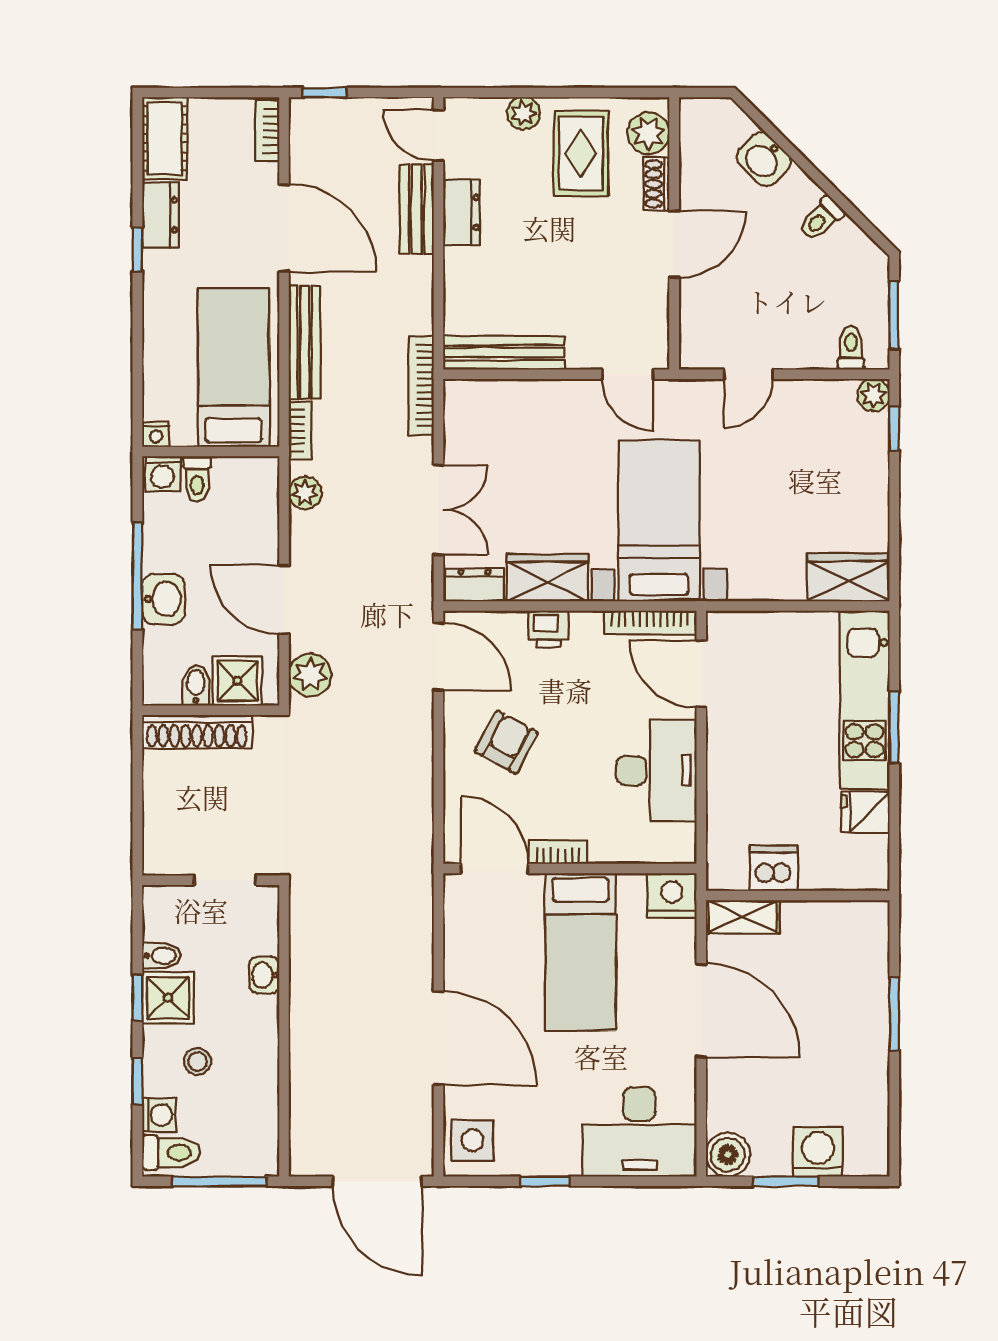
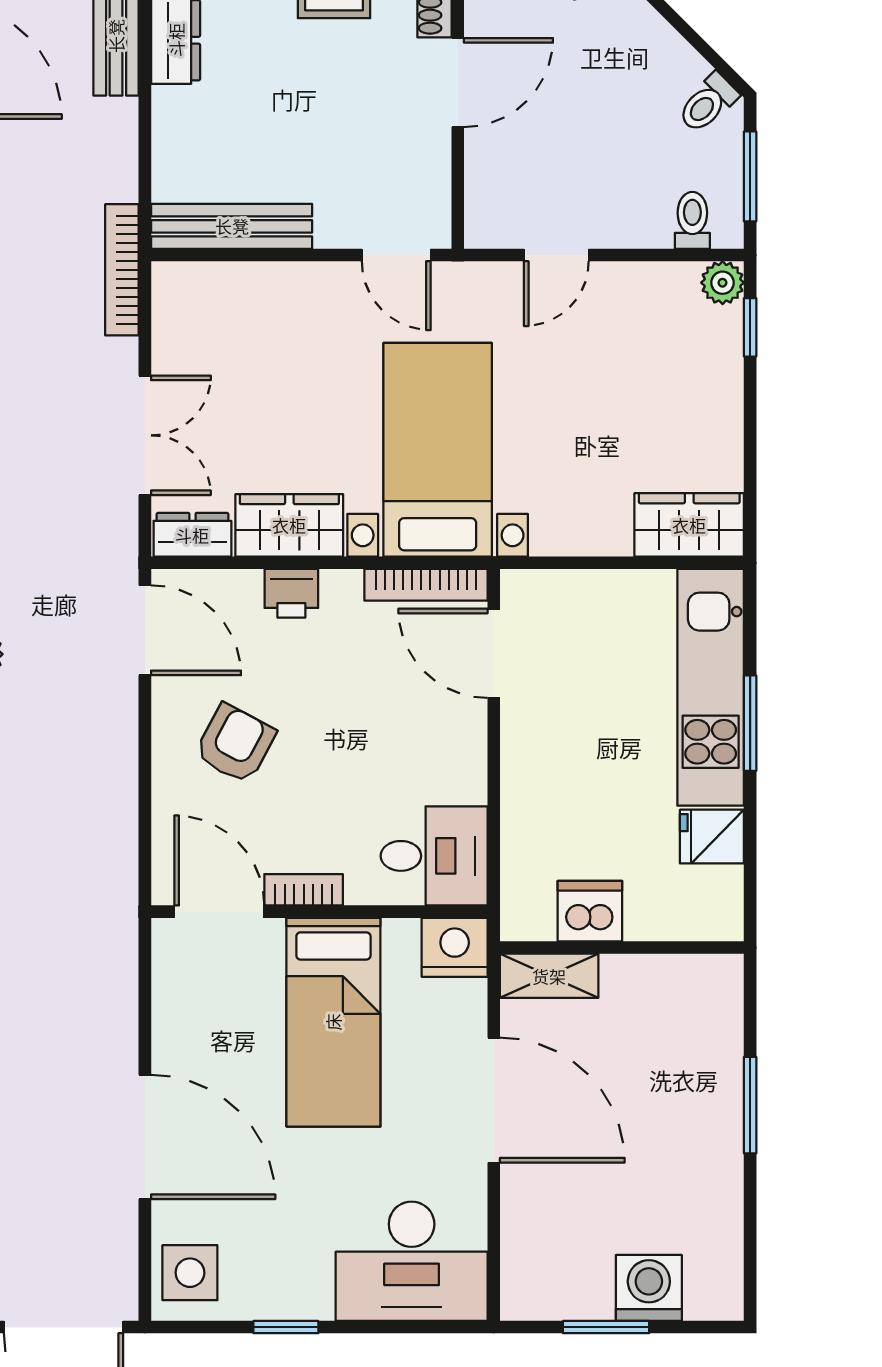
toilet: (821, 219) -> (708, 103), moved
desk: (656, 770) -> (434, 856), moved, width x0.73
boiler: (728, 1155) -> (529, 1292), removed

